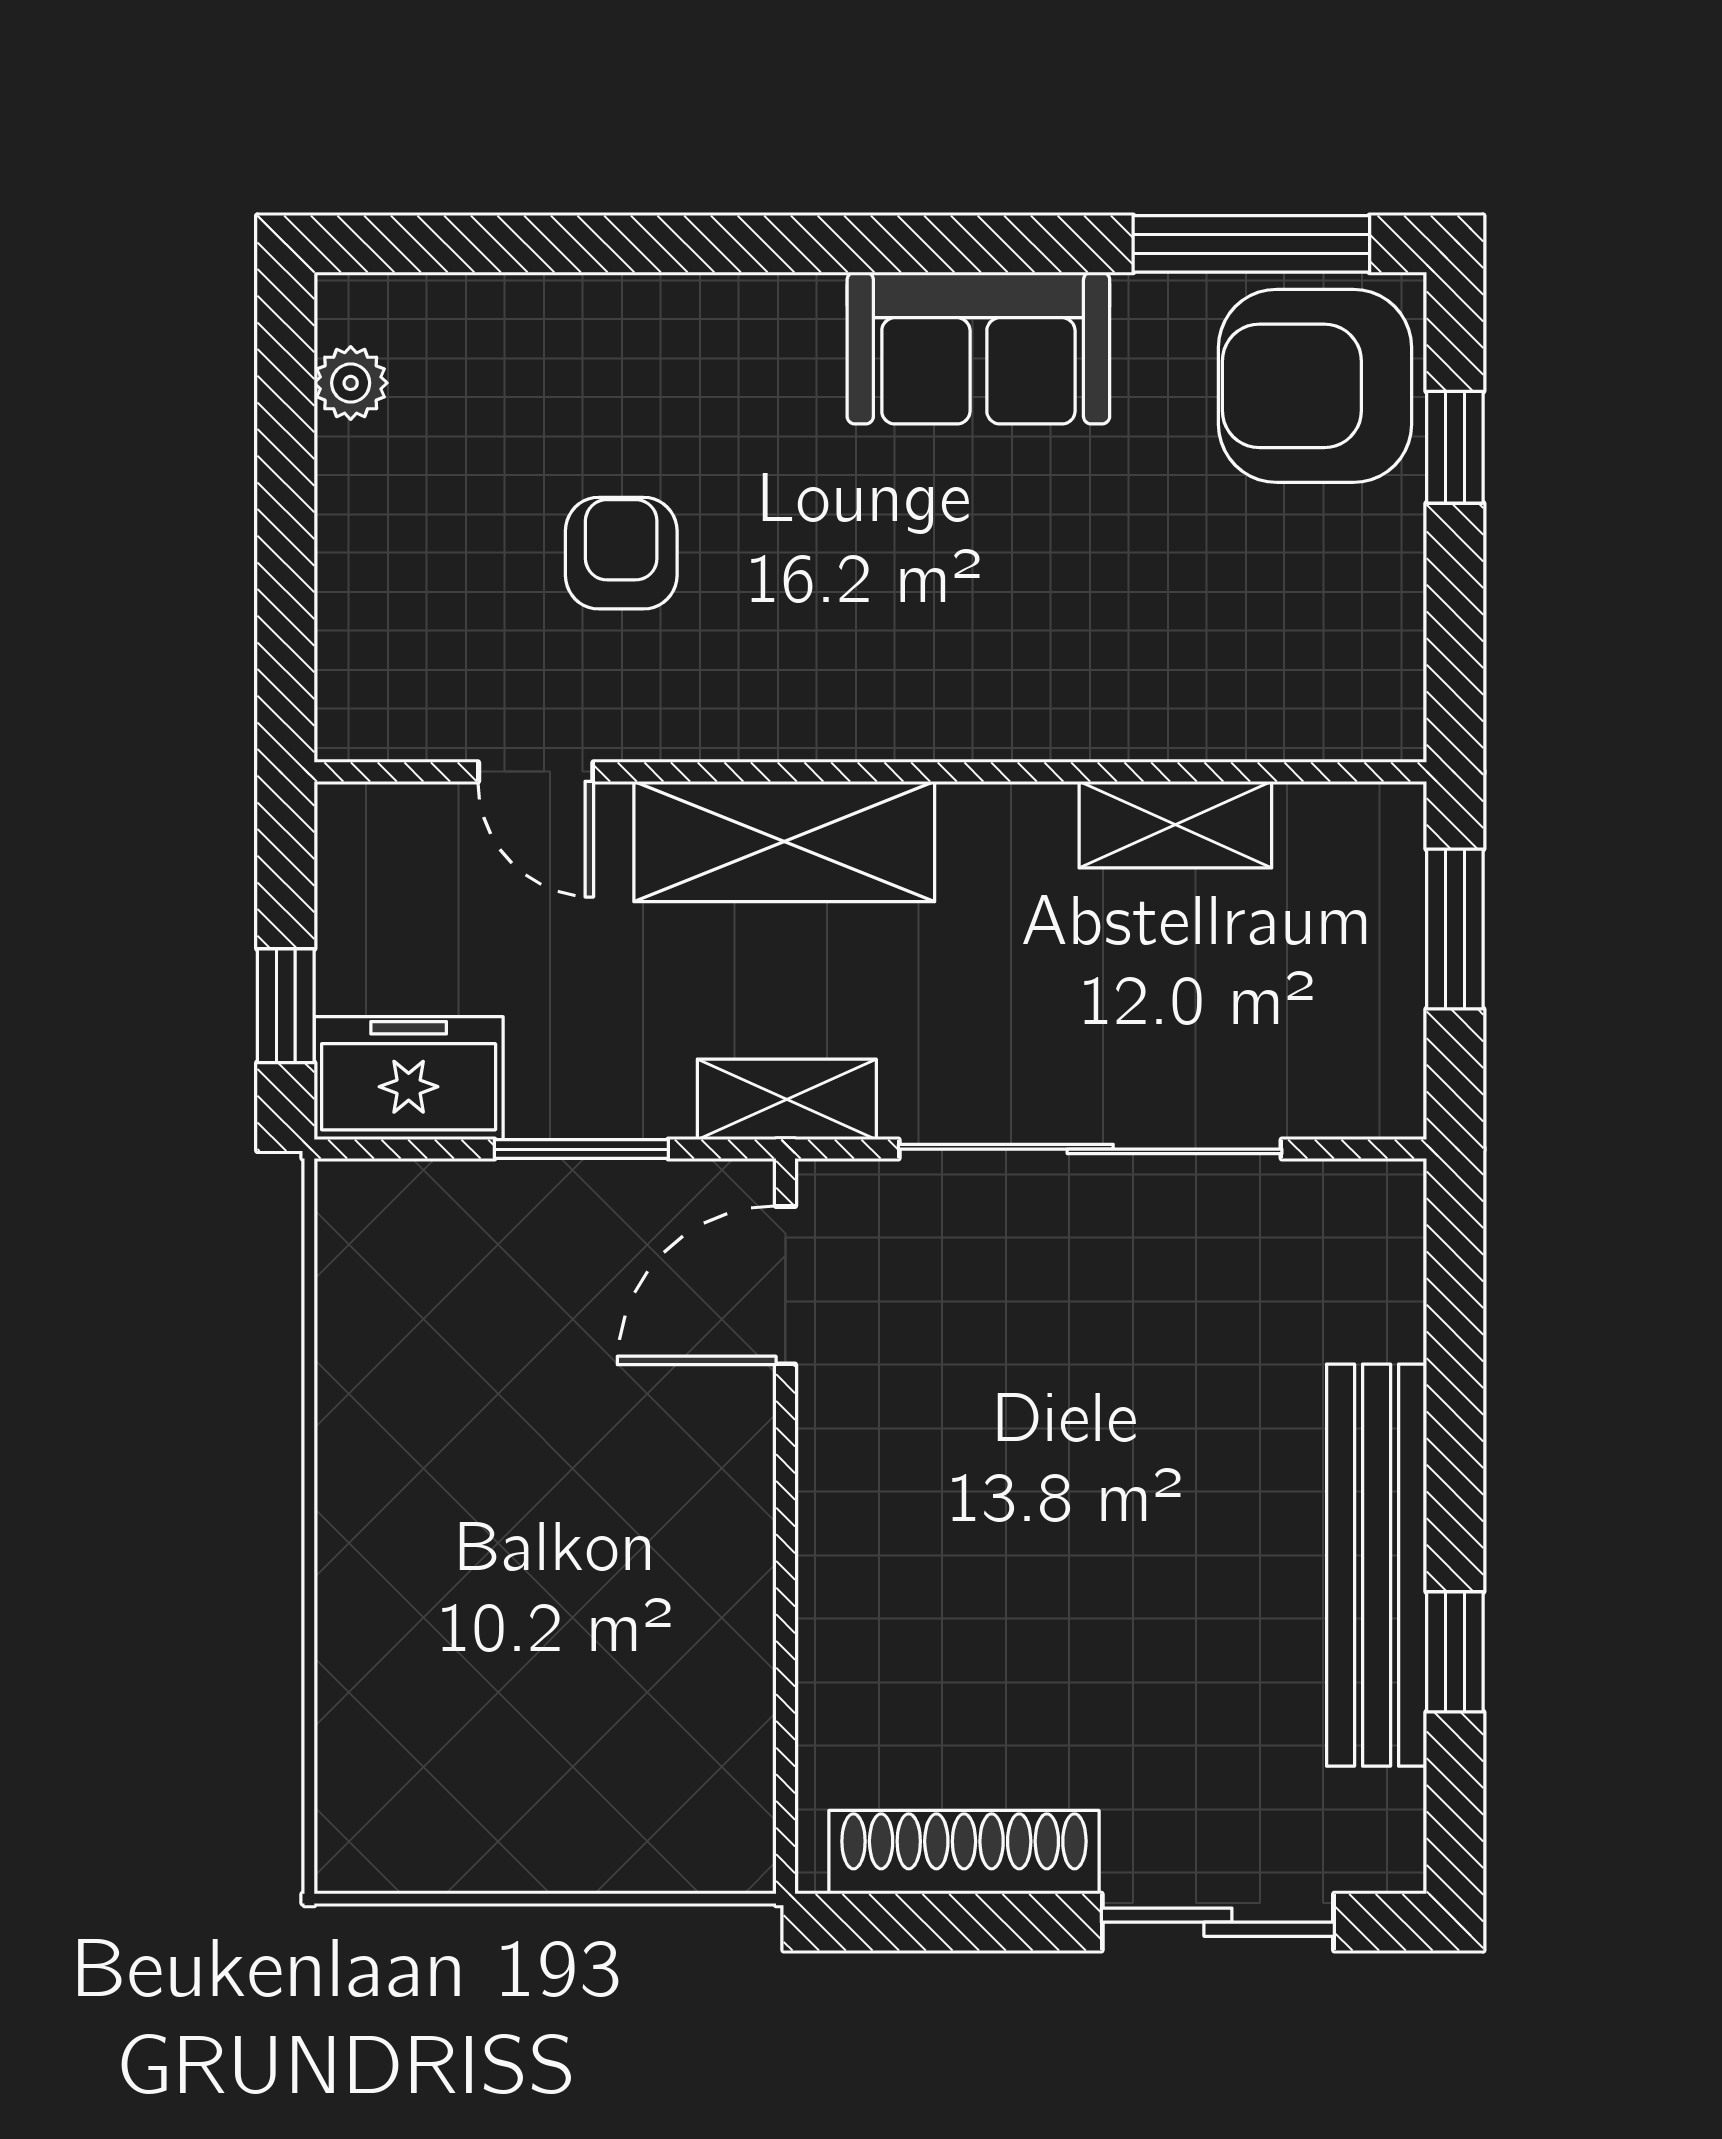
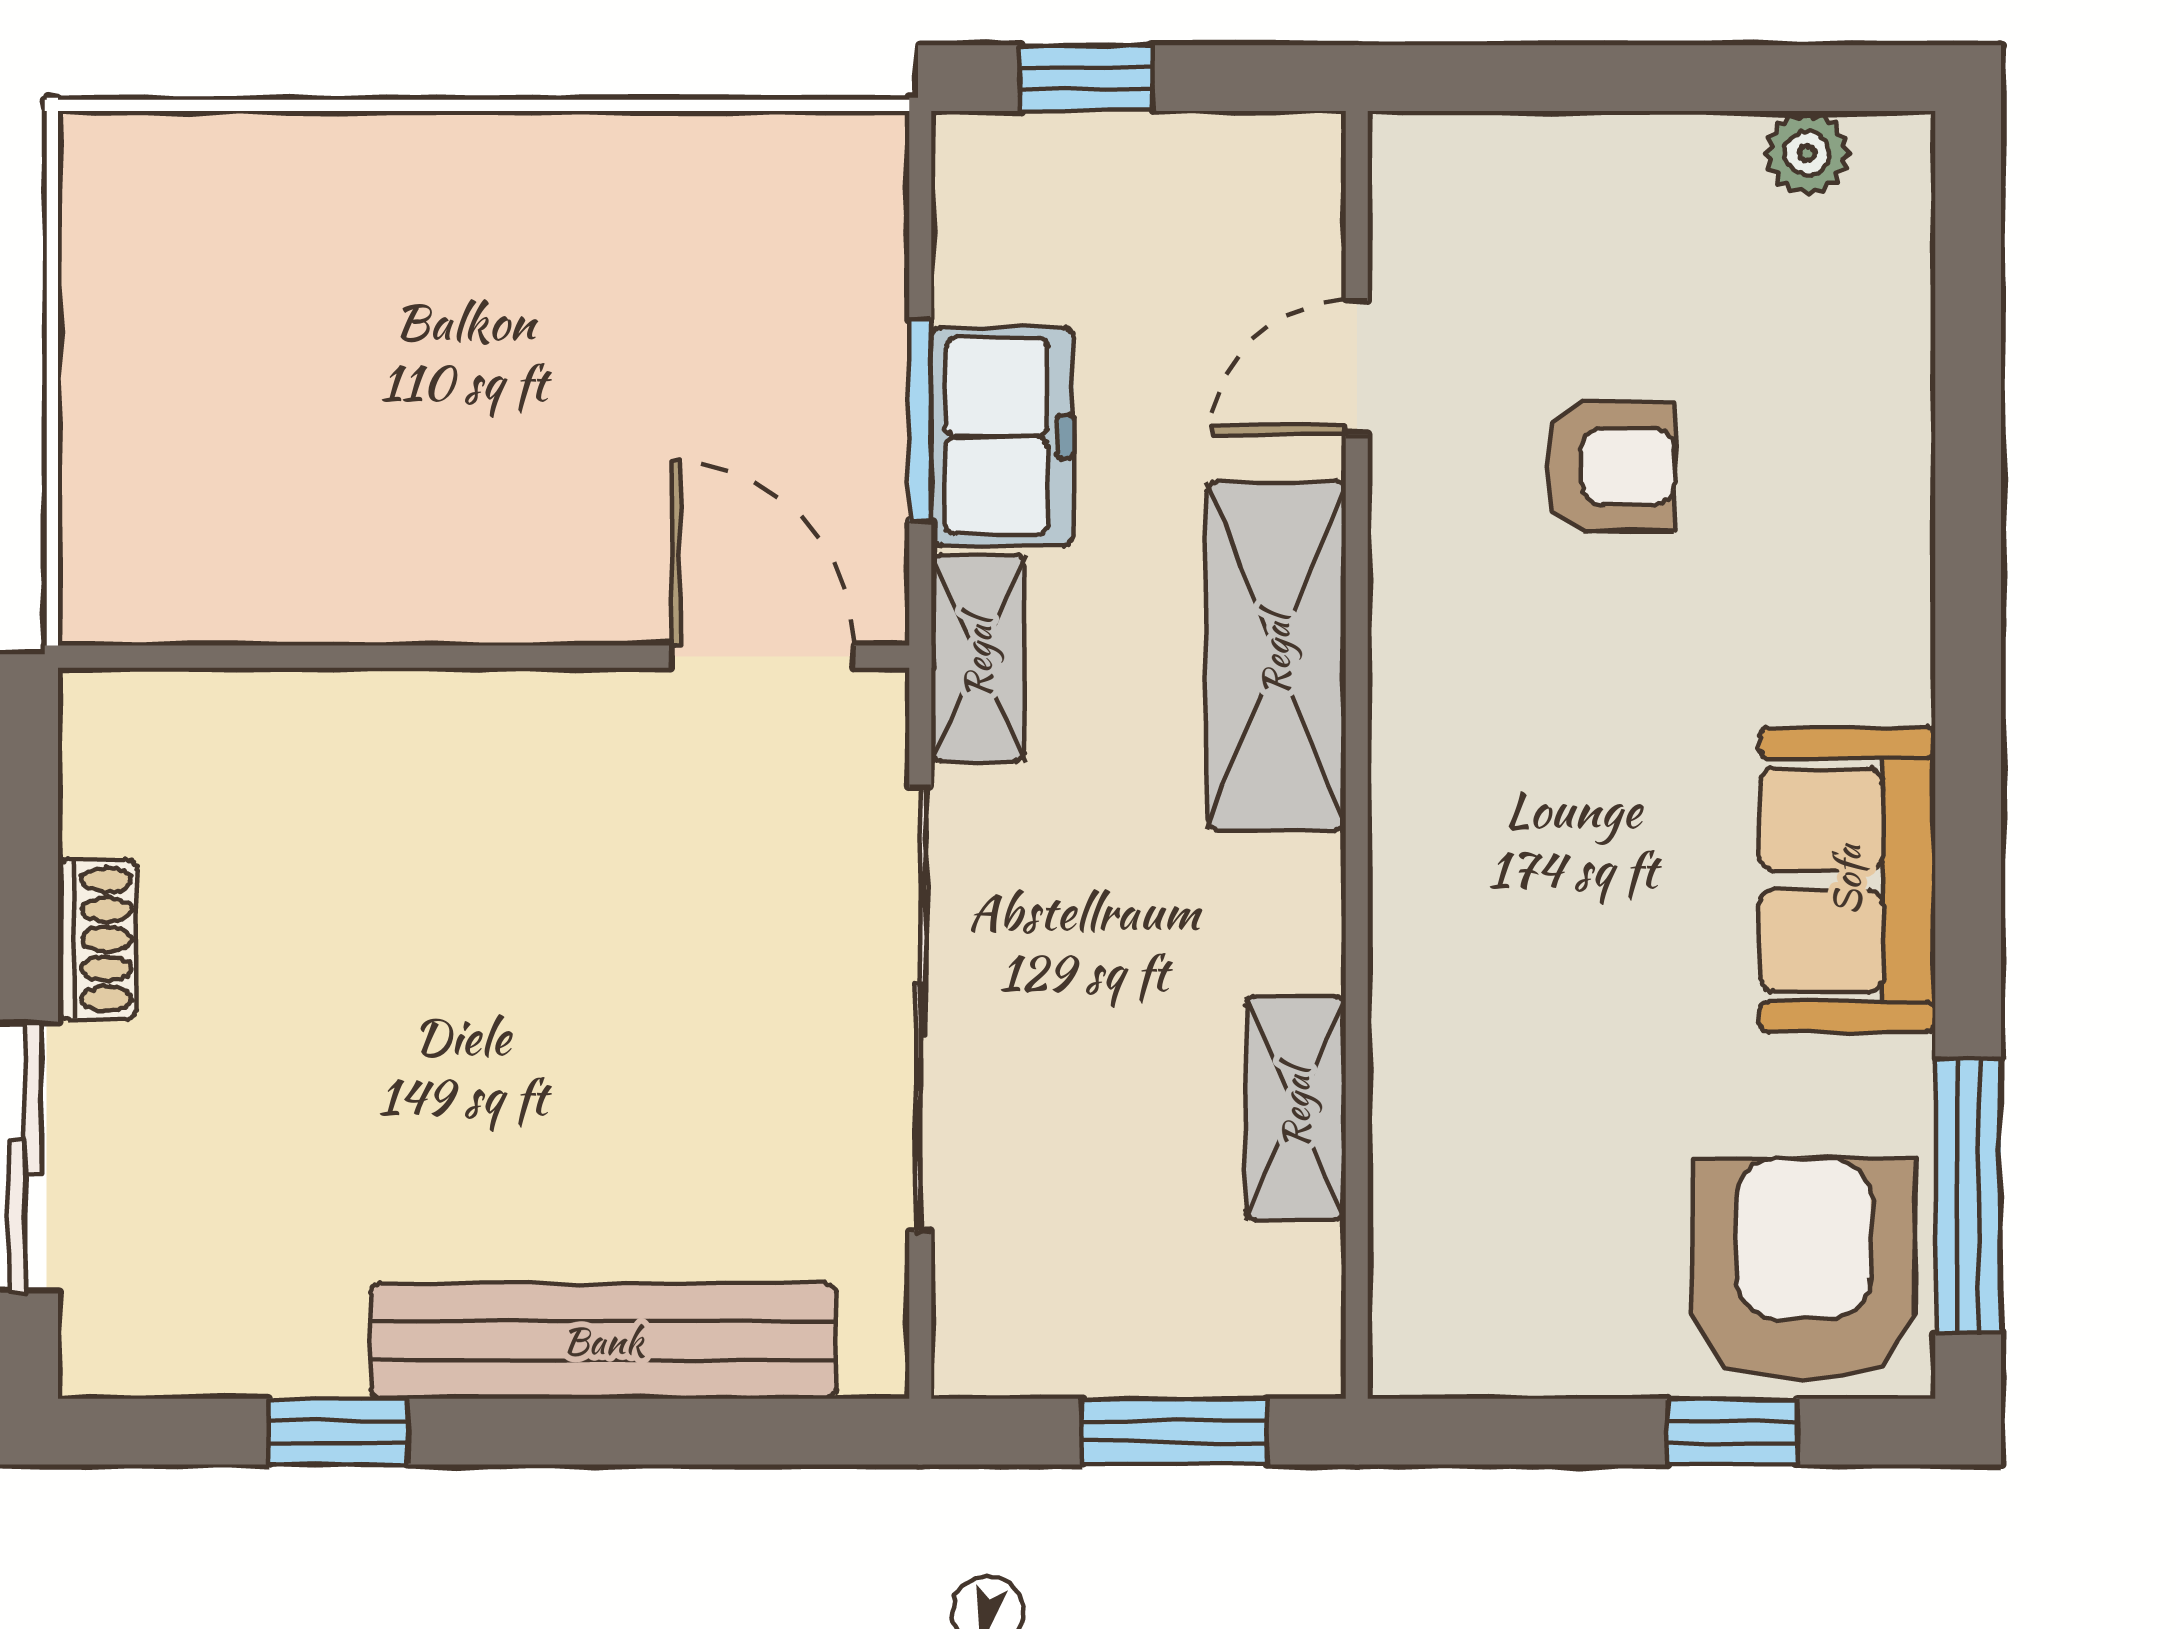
freezer: (409, 1078) -> (1002, 436), moved
bench: (1377, 1565) -> (603, 1341), moved
shoe rack: (964, 1852) -> (97, 939), width x0.51, depth x0.81

